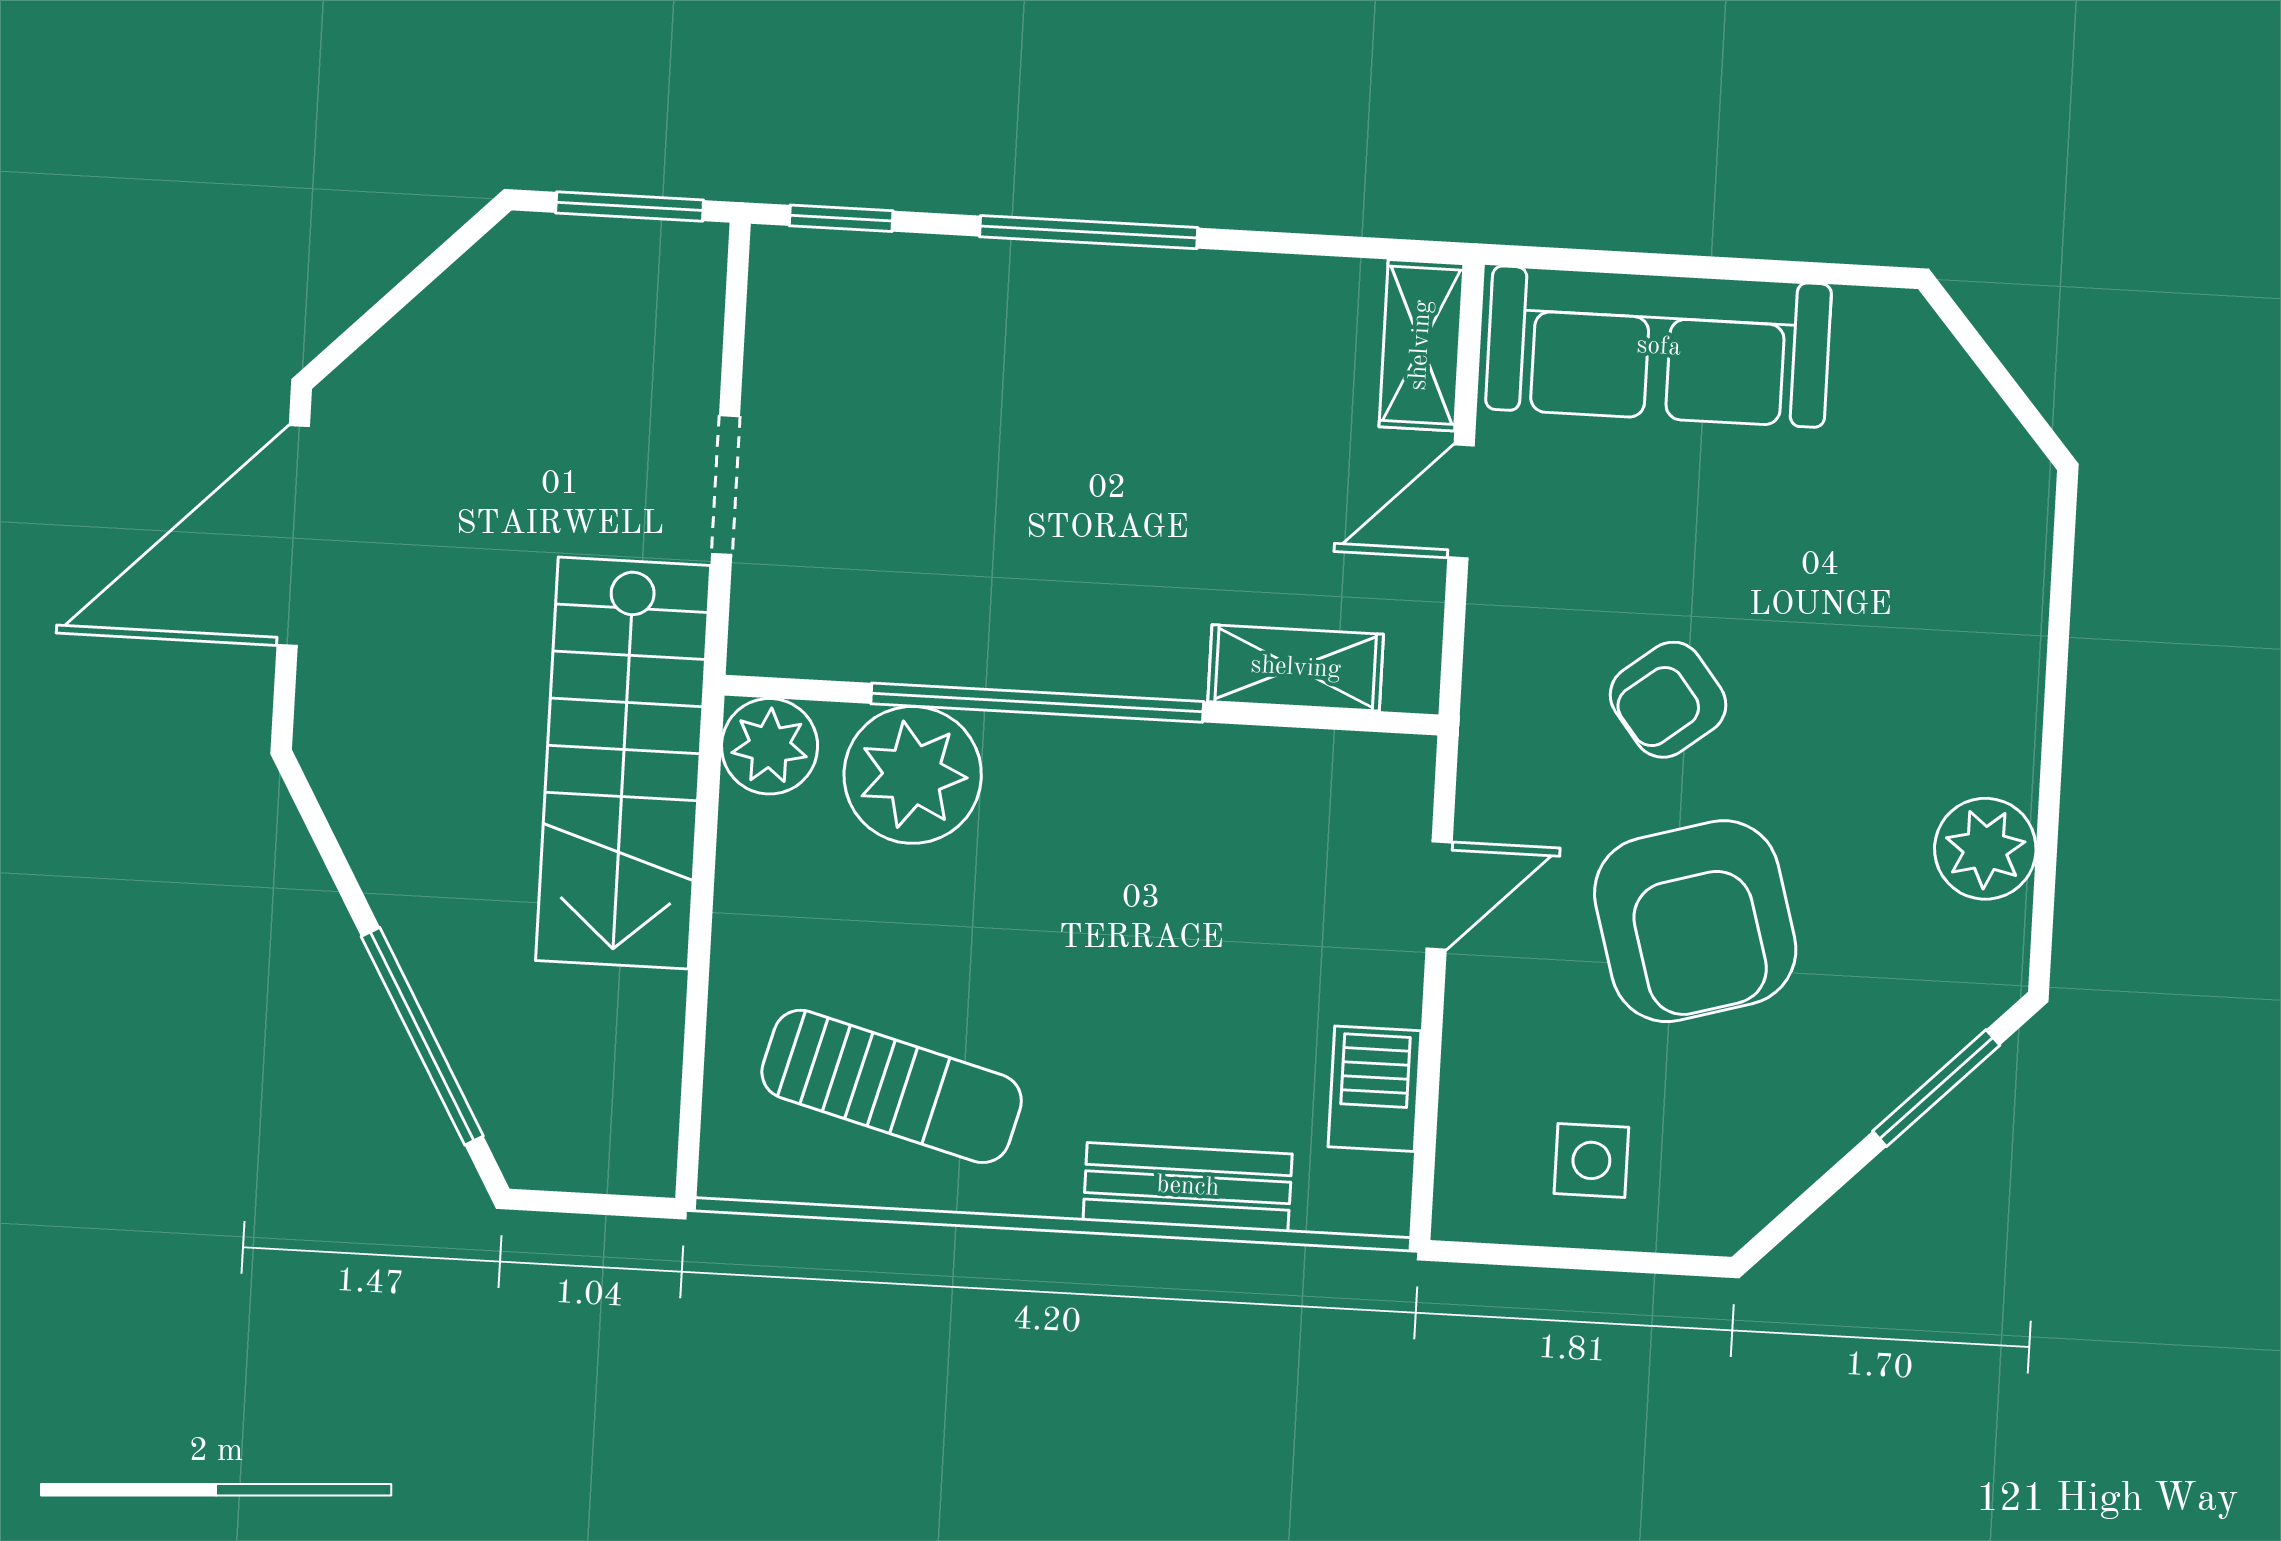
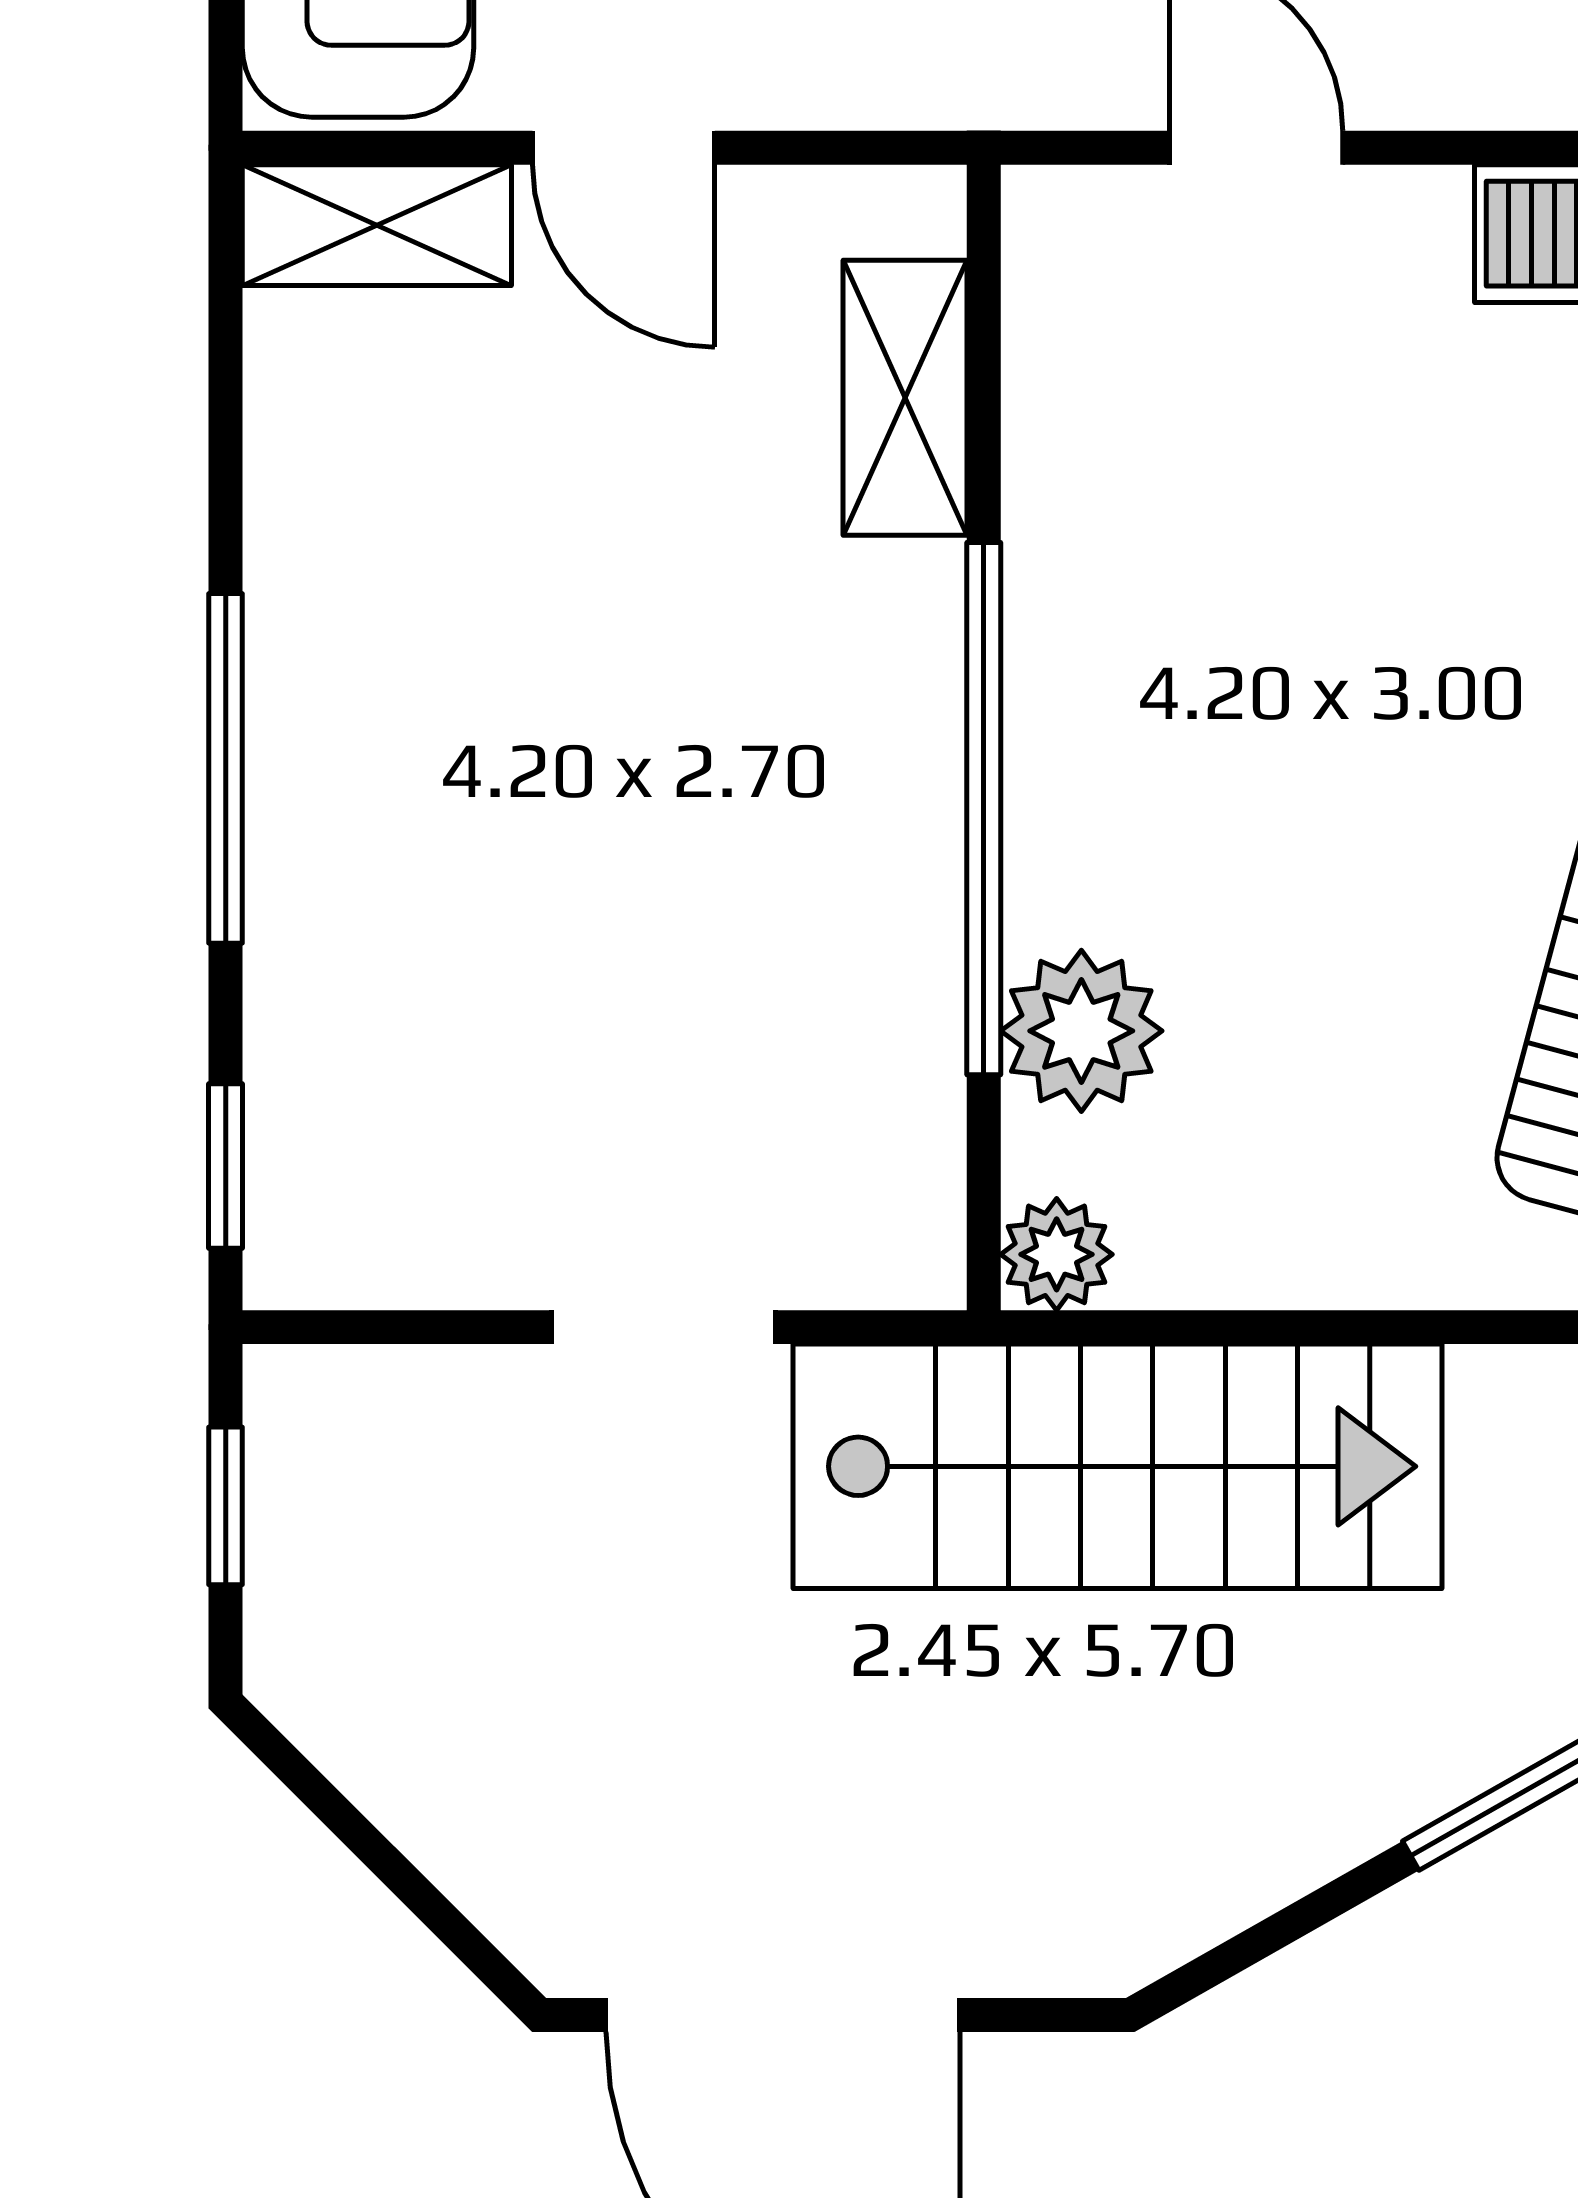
window: (630, 206) -> (226, 1506), width x0.67
plant: (770, 746) -> (1057, 1254), width x0.73, depth x0.73
plant: (913, 775) -> (1081, 1031), width x0.73, depth x0.73

